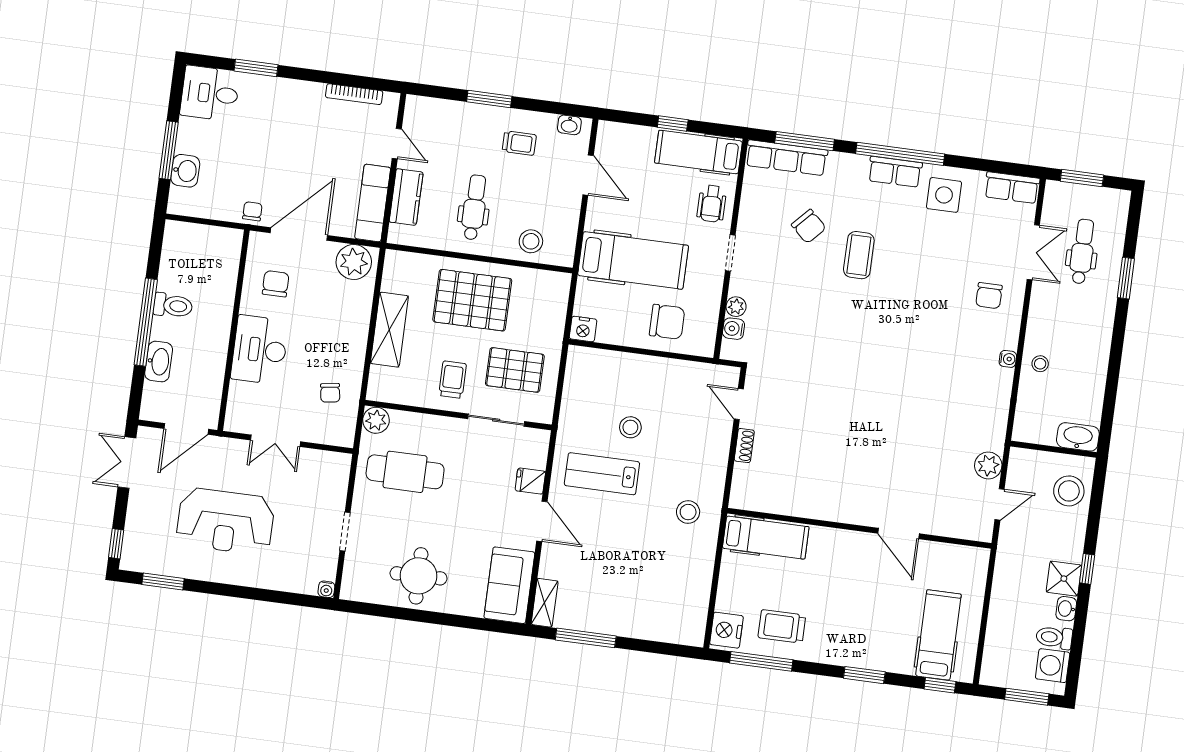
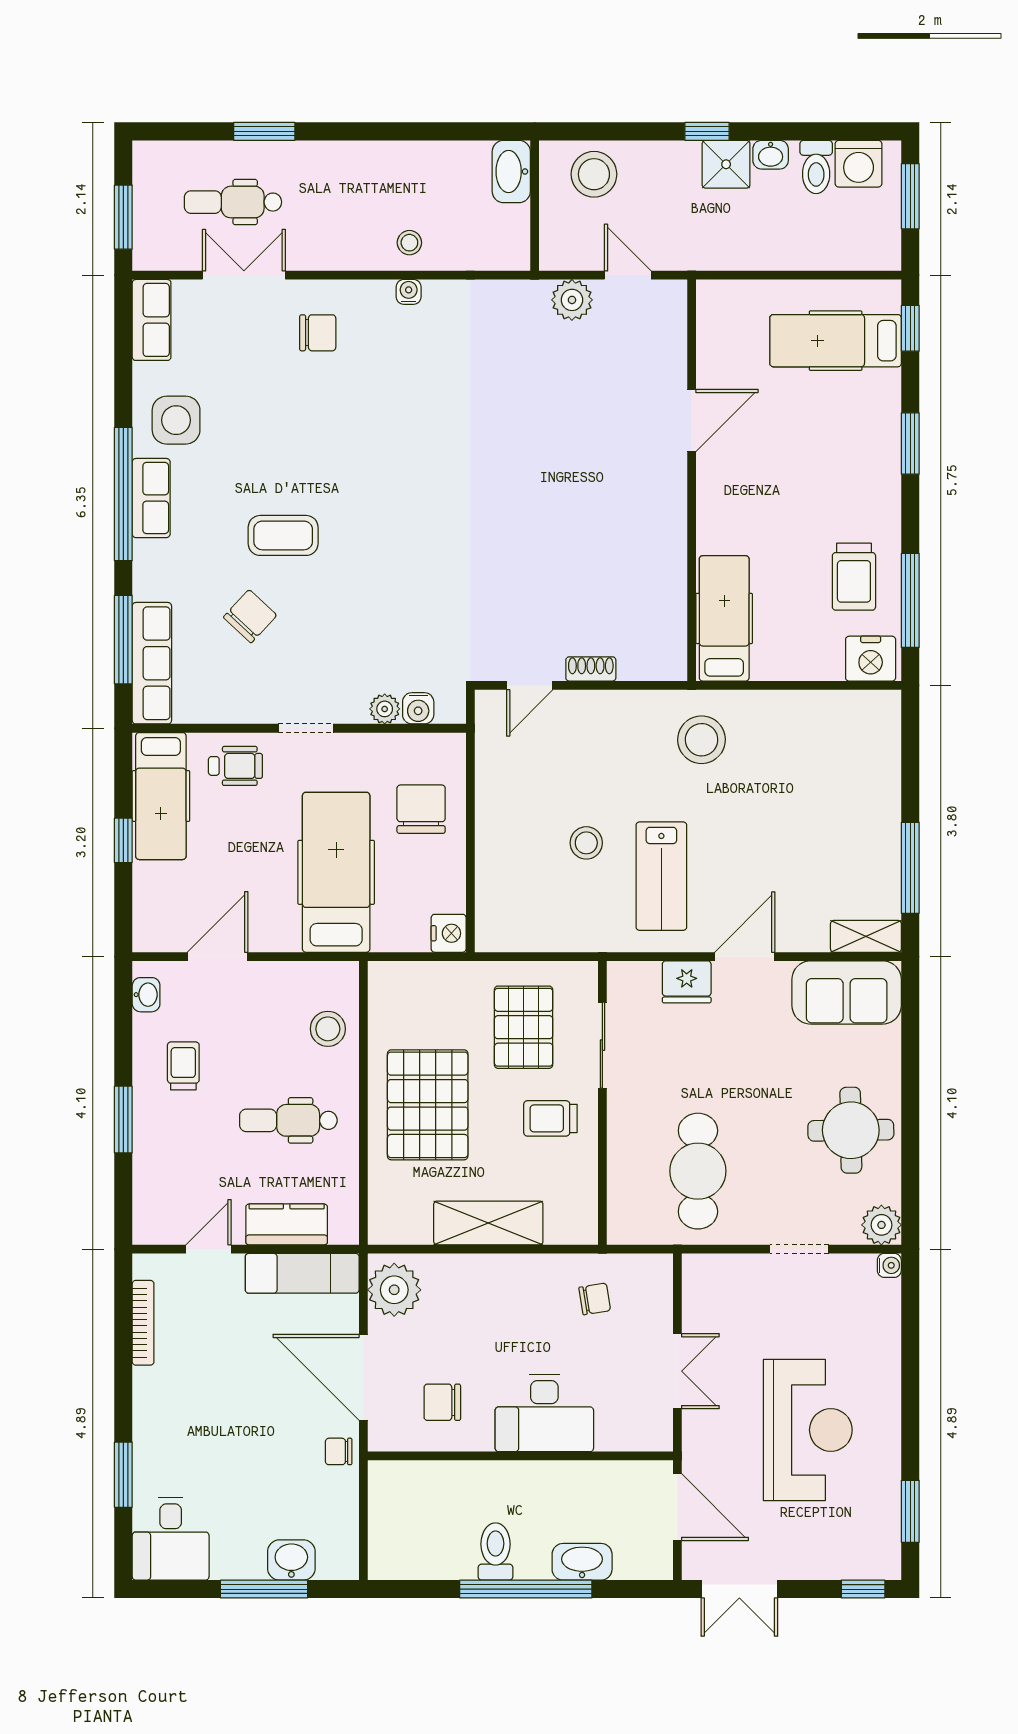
plant: (376, 420) -> (881, 1225), moved
fridge: (530, 481) -> (687, 982), width x1.38
stool: (688, 512) -> (702, 740), width x1.38, depth x1.38

